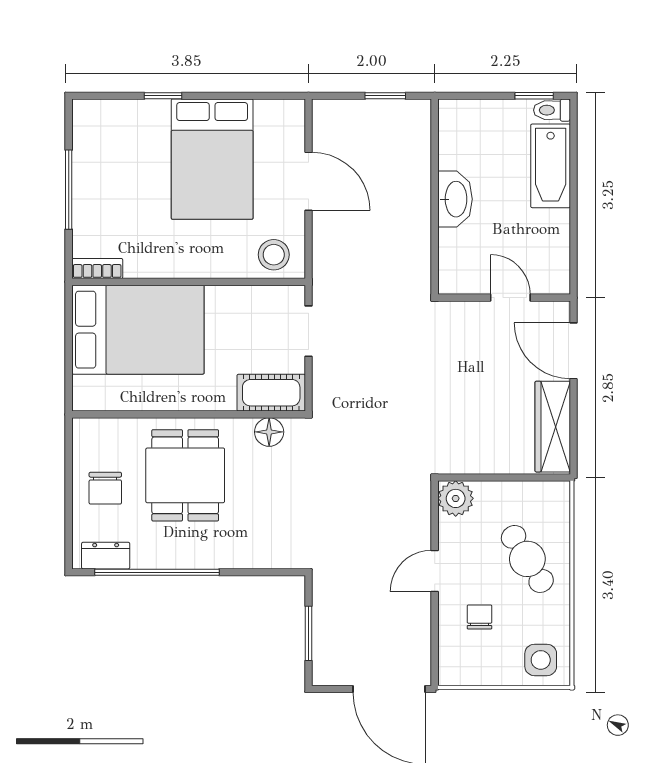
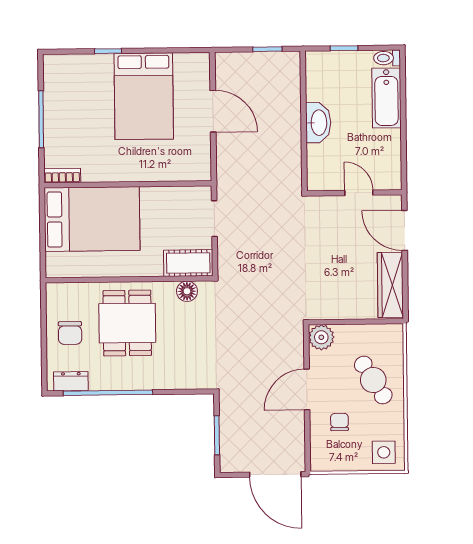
window: (534, 96) -> (344, 48), moved
stool: (274, 255) -> (189, 164), removed
door: (435, 571) -> (307, 389), width x1.38

